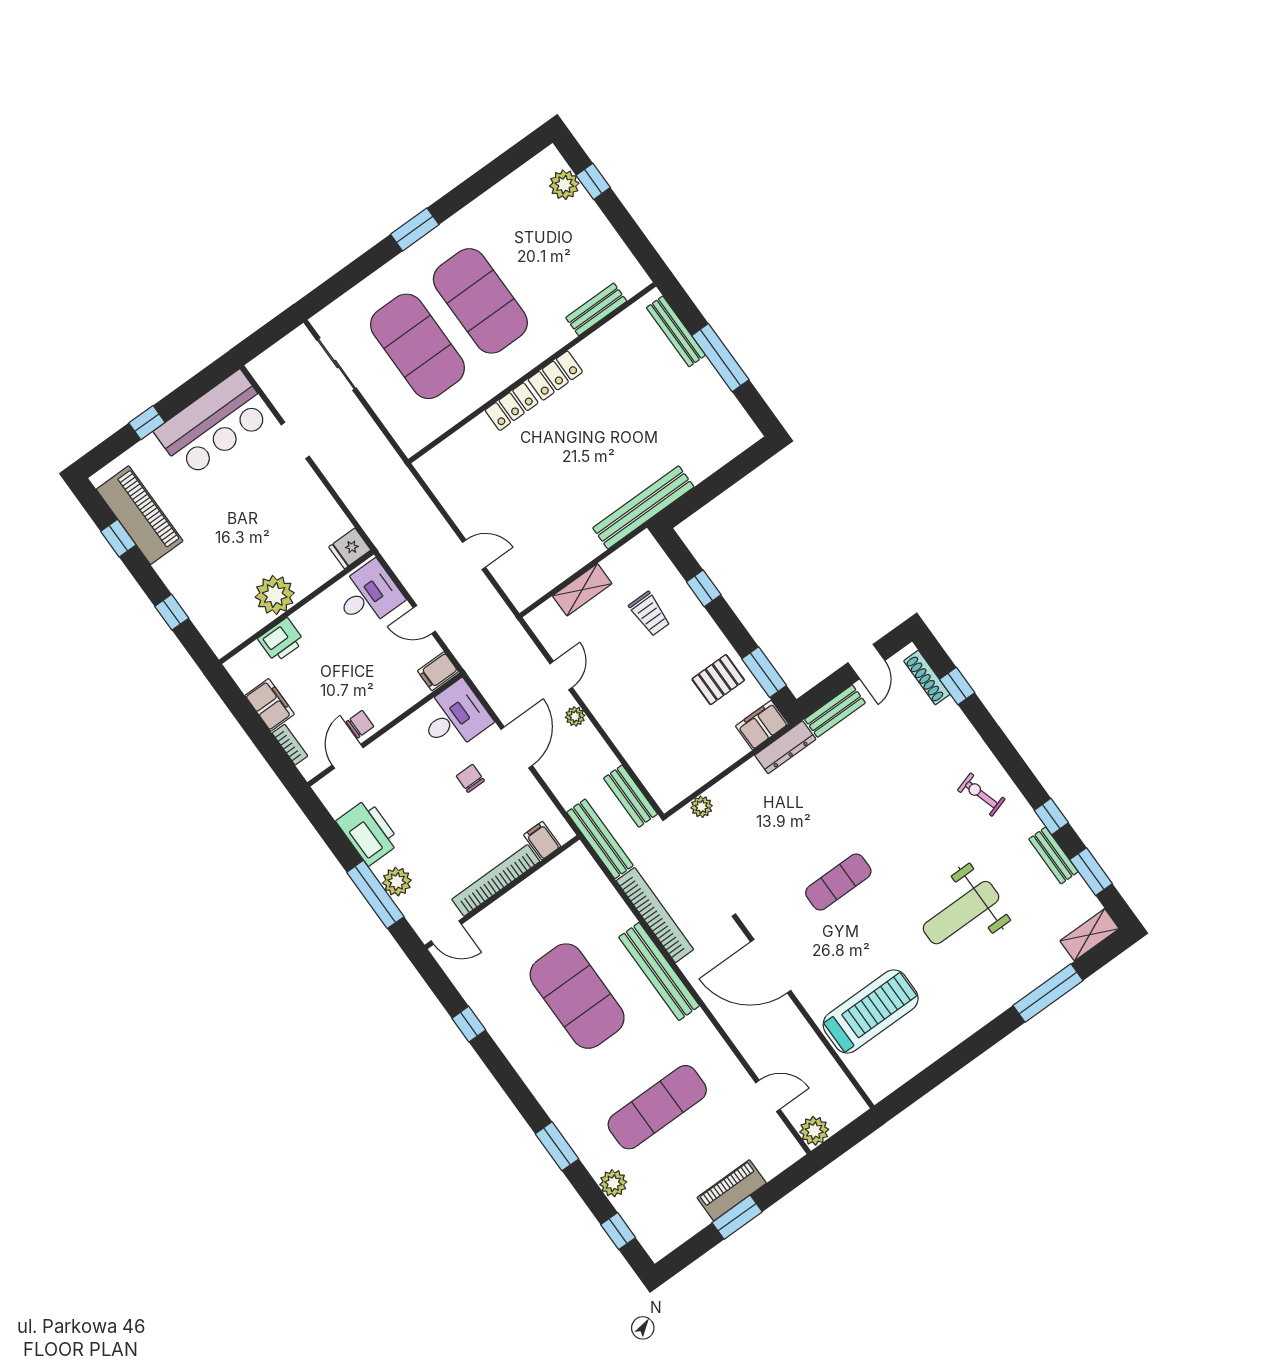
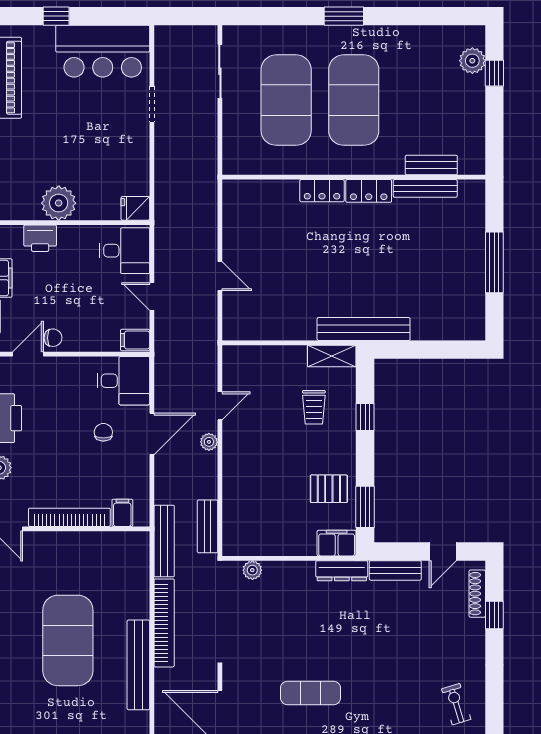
bench: (676, 331) -> (425, 188), moved, turned 90
shelving: (582, 590) -> (332, 356), moved

